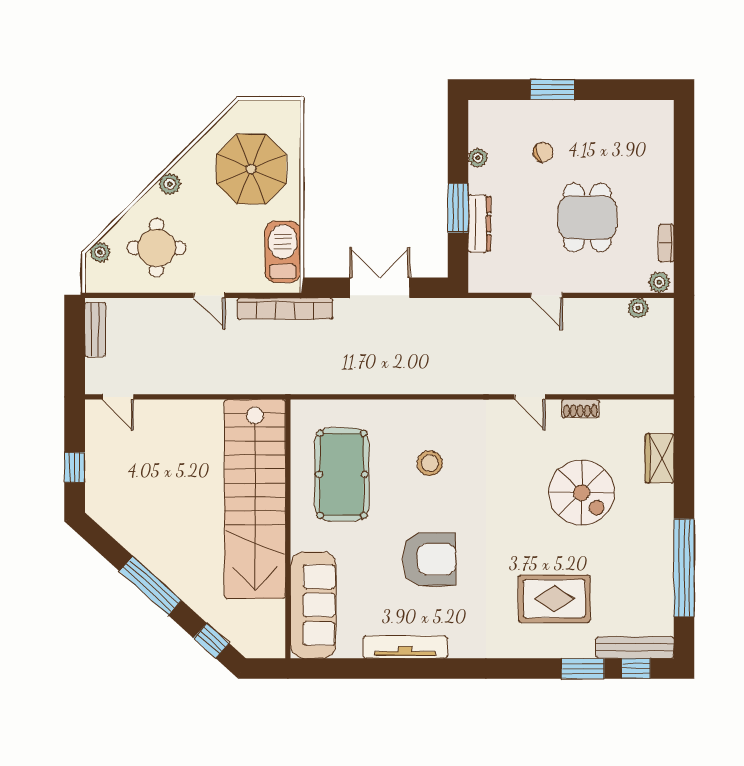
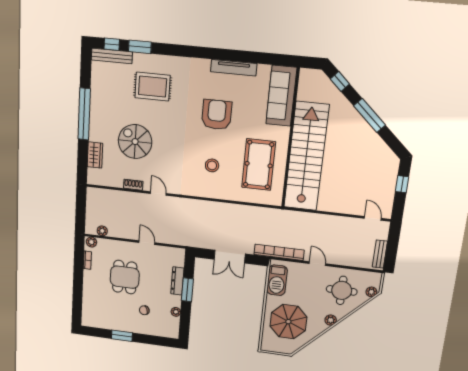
window: (552, 90) -> (122, 336), moved
armchair: (429, 559) -> (217, 115), turned 90
window: (684, 568) -> (84, 114), moved

